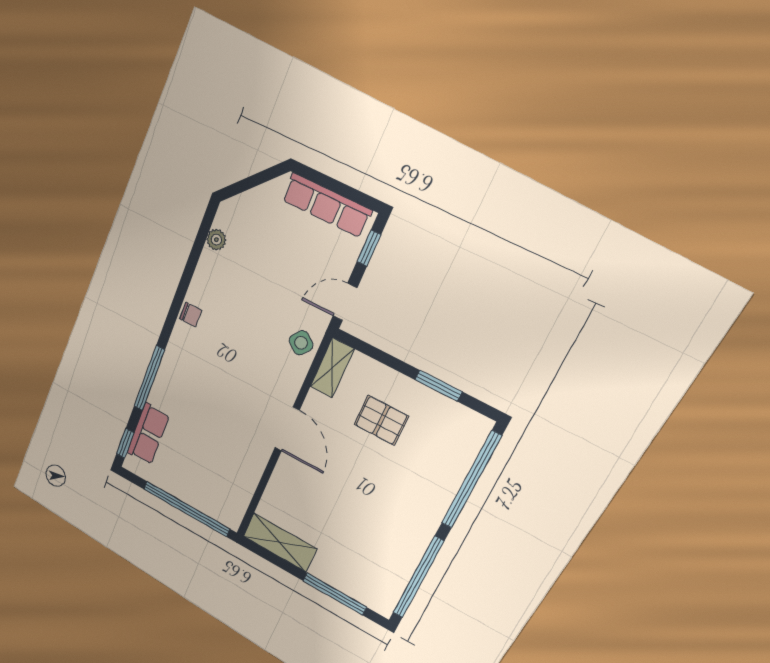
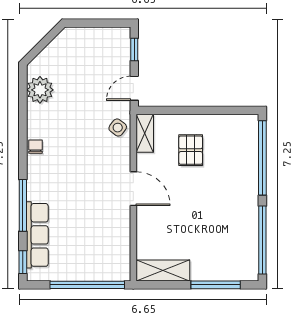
row of seats: (327, 205) -> (97, 36), removed
plant: (216, 240) -> (40, 90), width x1.88, depth x1.88
chair: (191, 315) -> (35, 147), turned -90
window: (438, 386) -> (215, 110), removed
pallet: (381, 420) -> (191, 150), turned 90
row of seats: (148, 434) -> (37, 235), width x1.48

